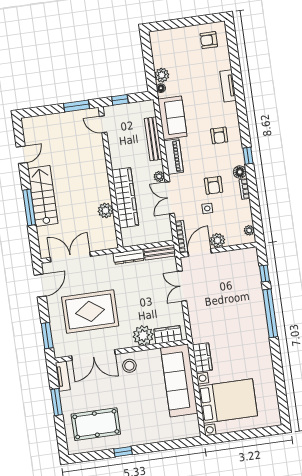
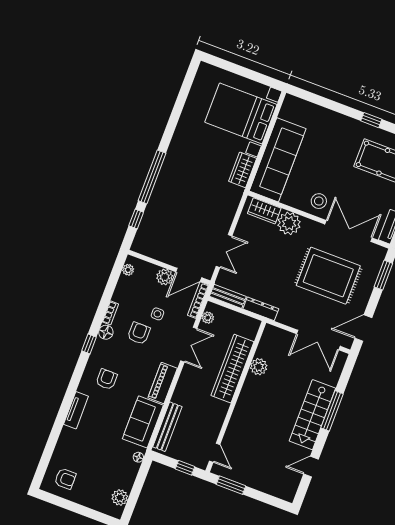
plant: (162, 75) -> (120, 498), moved
tv unit: (228, 86) -> (76, 410), moved
bench: (153, 139) -> (167, 427), moved
plant: (159, 176) -> (208, 318), moved

